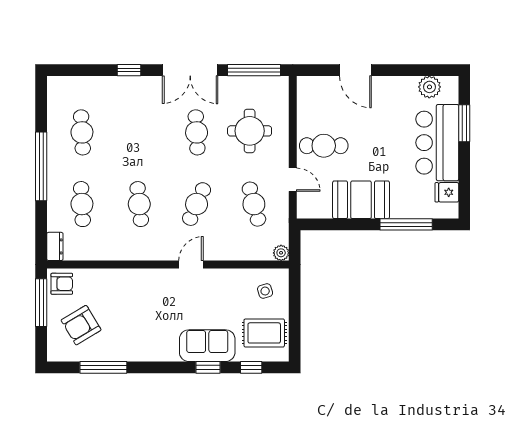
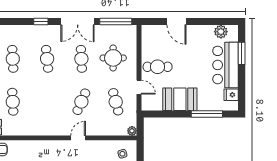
cafe table: (139, 204) -> (47, 59), moved

